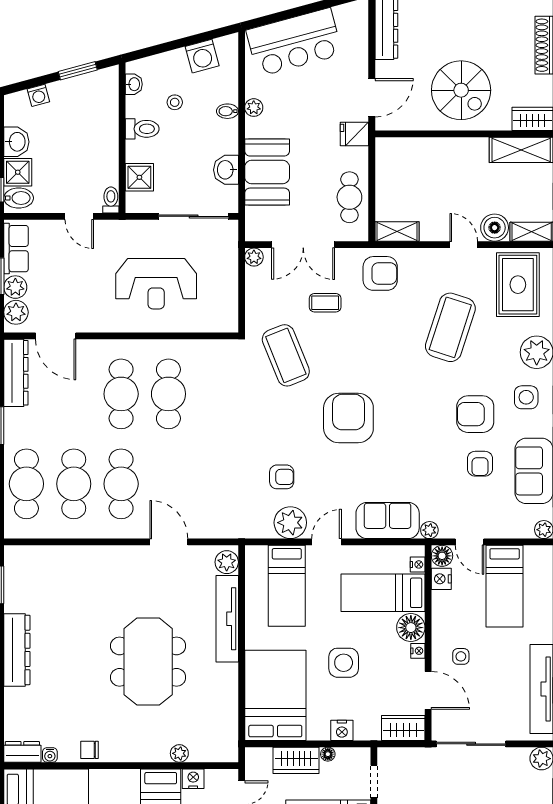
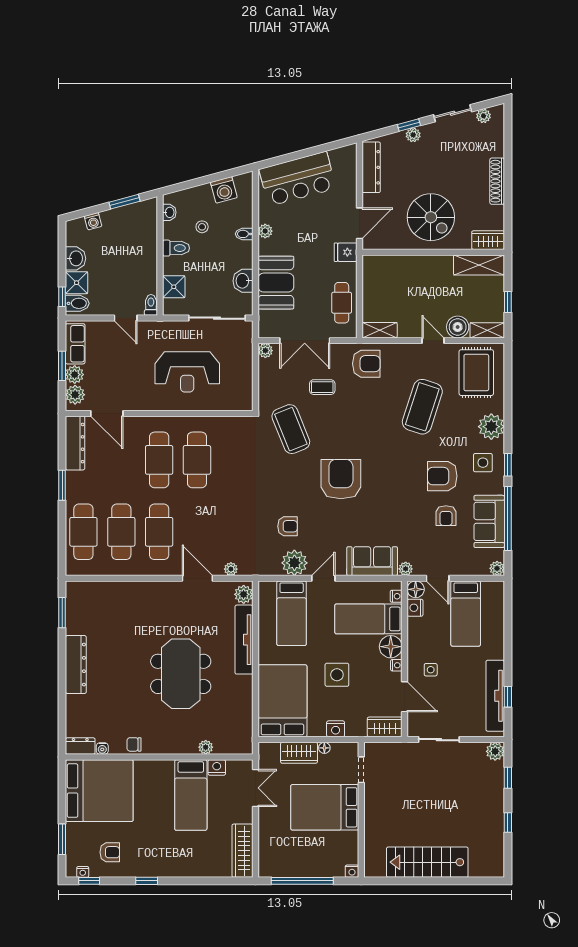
plant: (211, 530) -> (231, 569), added
sliding door: (471, 744) -> (439, 740), width x0.73

